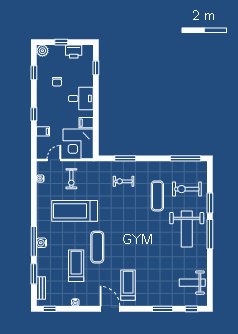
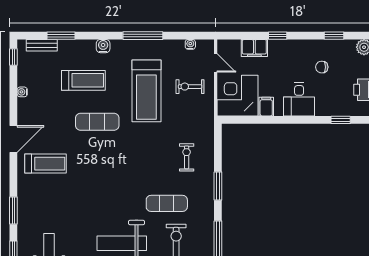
filing cabinet: (43, 131) -> (254, 48), width x2.00
window: (125, 158) -> (218, 186), moved
treadmill: (75, 211) -> (146, 91), turned 180
window: (34, 241) -> (143, 36), moved
treadmill: (76, 266) -> (83, 80), moved

